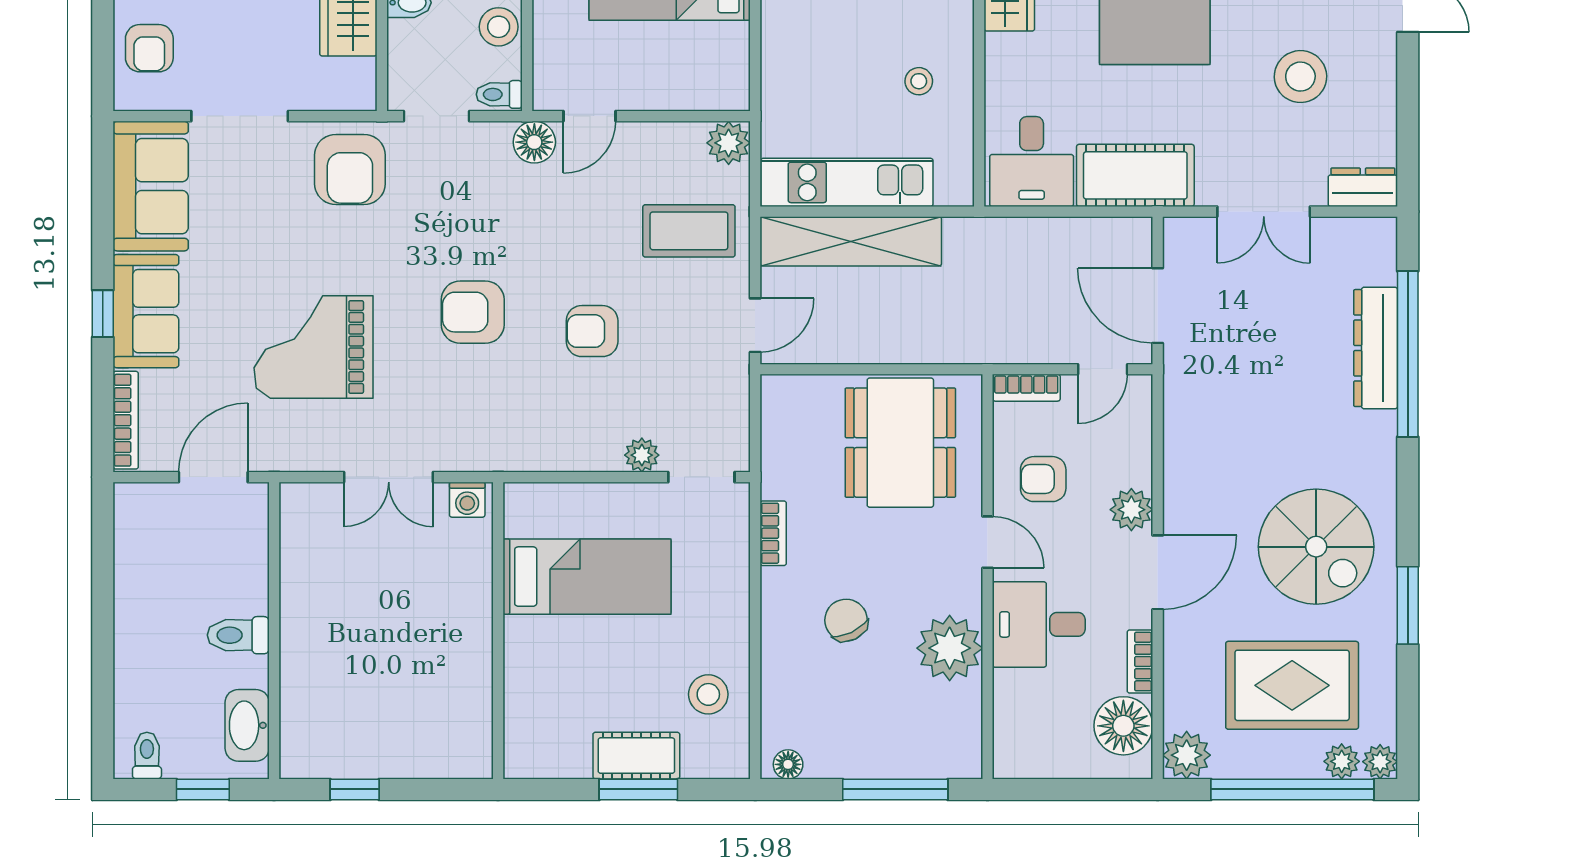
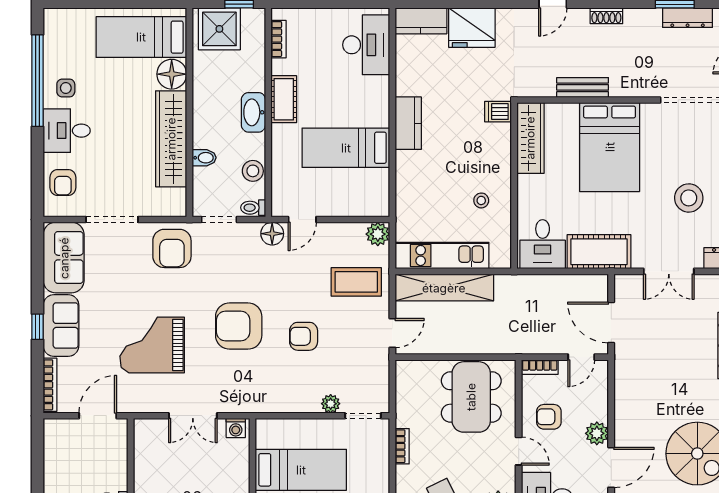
armchair: (473, 312) -> (239, 326), width x1.36, depth x1.36

